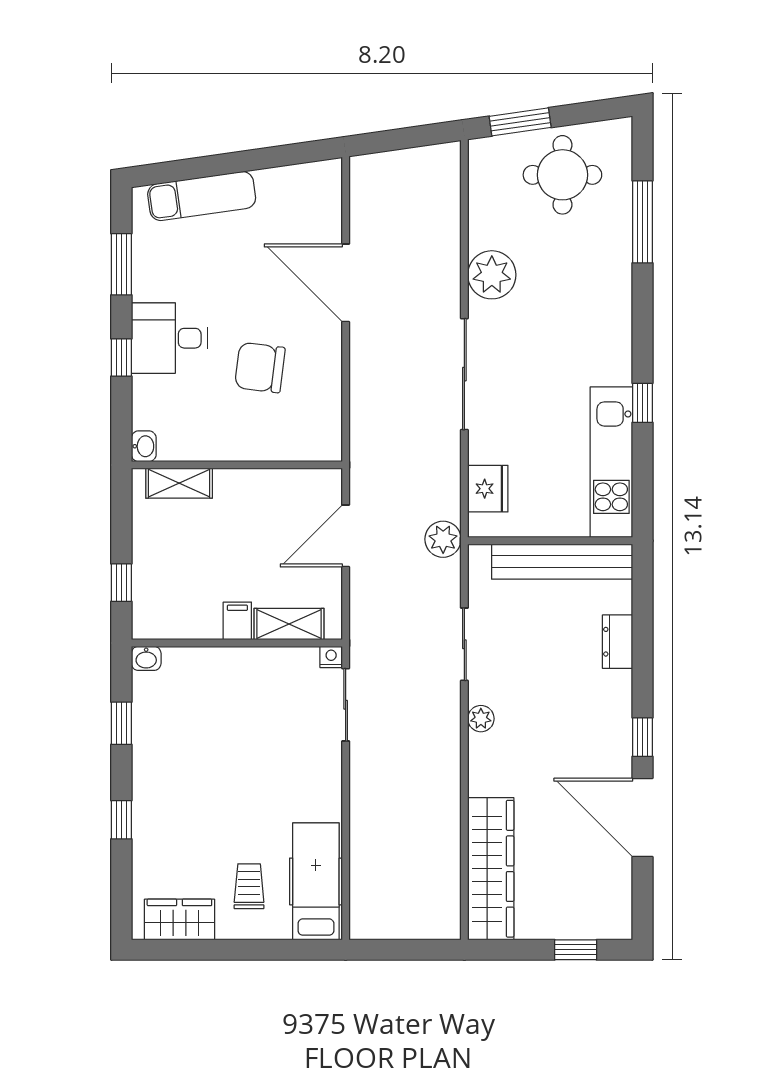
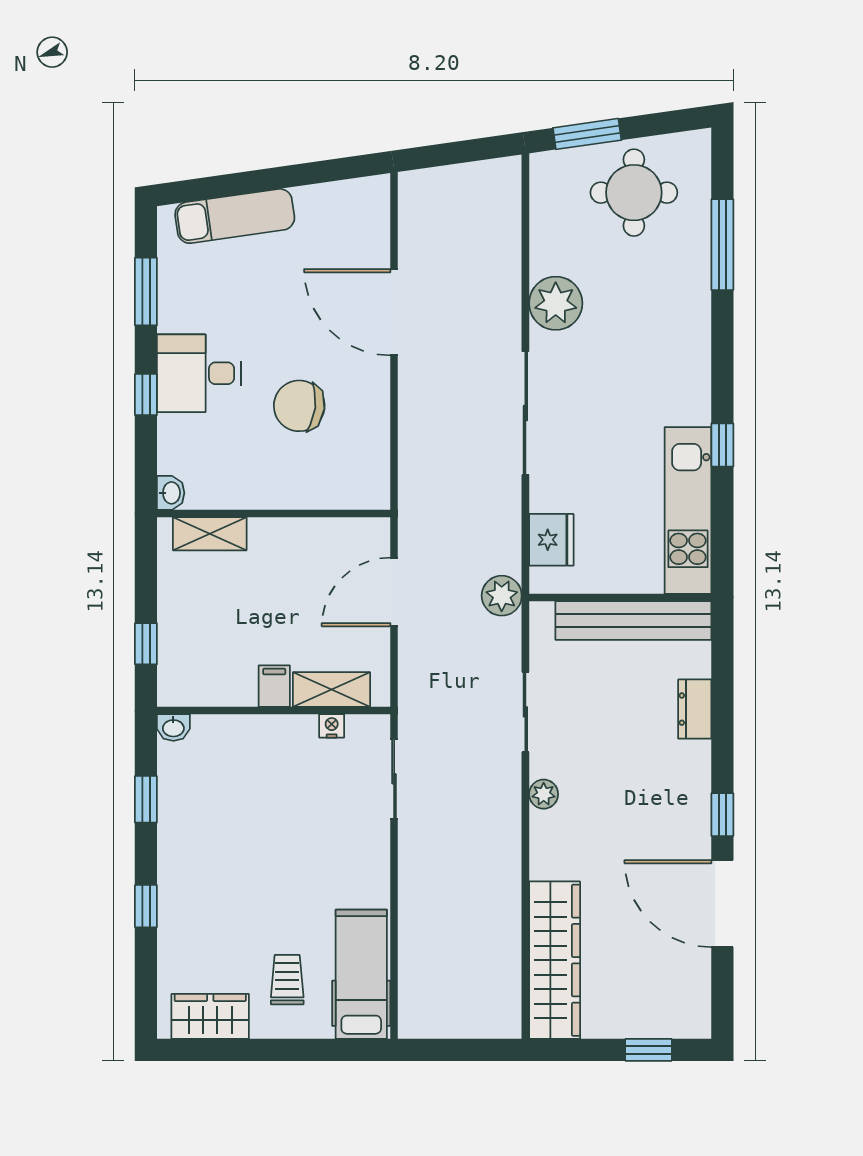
nightstand: (331, 657) -> (332, 726), moved

